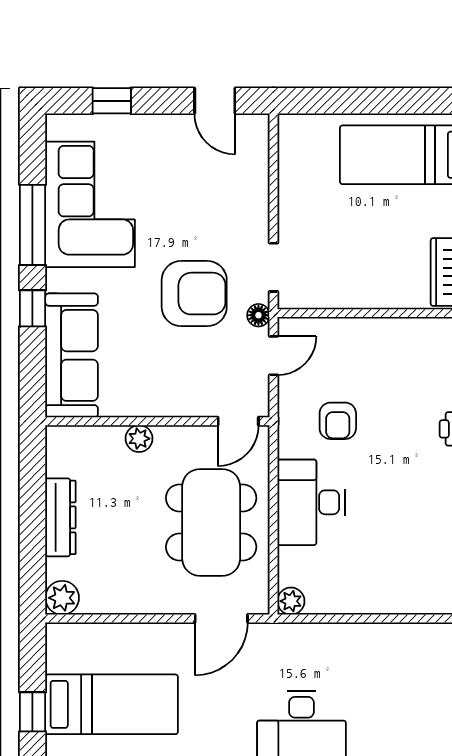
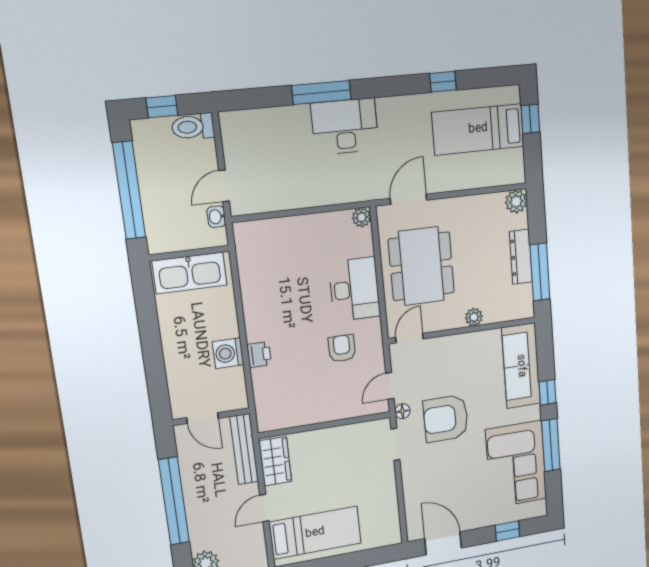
door: (215, 101) -> (443, 543), width x1.38
window: (32, 491) -> (540, 272), added

